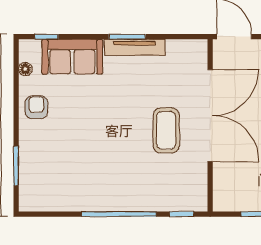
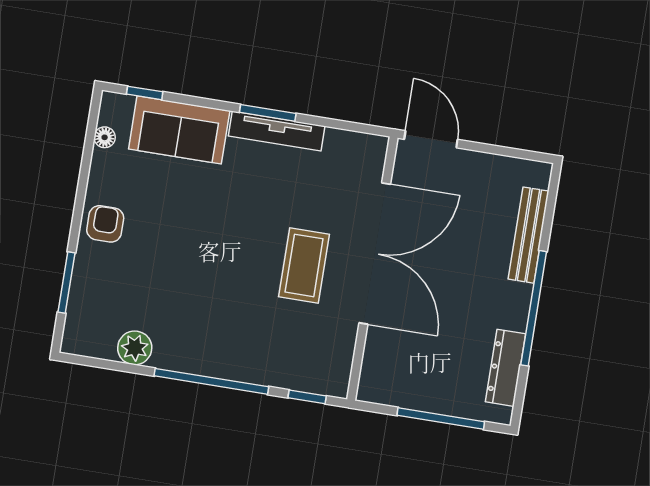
armchair: (36, 107) -> (105, 224), moved
plant: (66, 201) -> (135, 348), added

